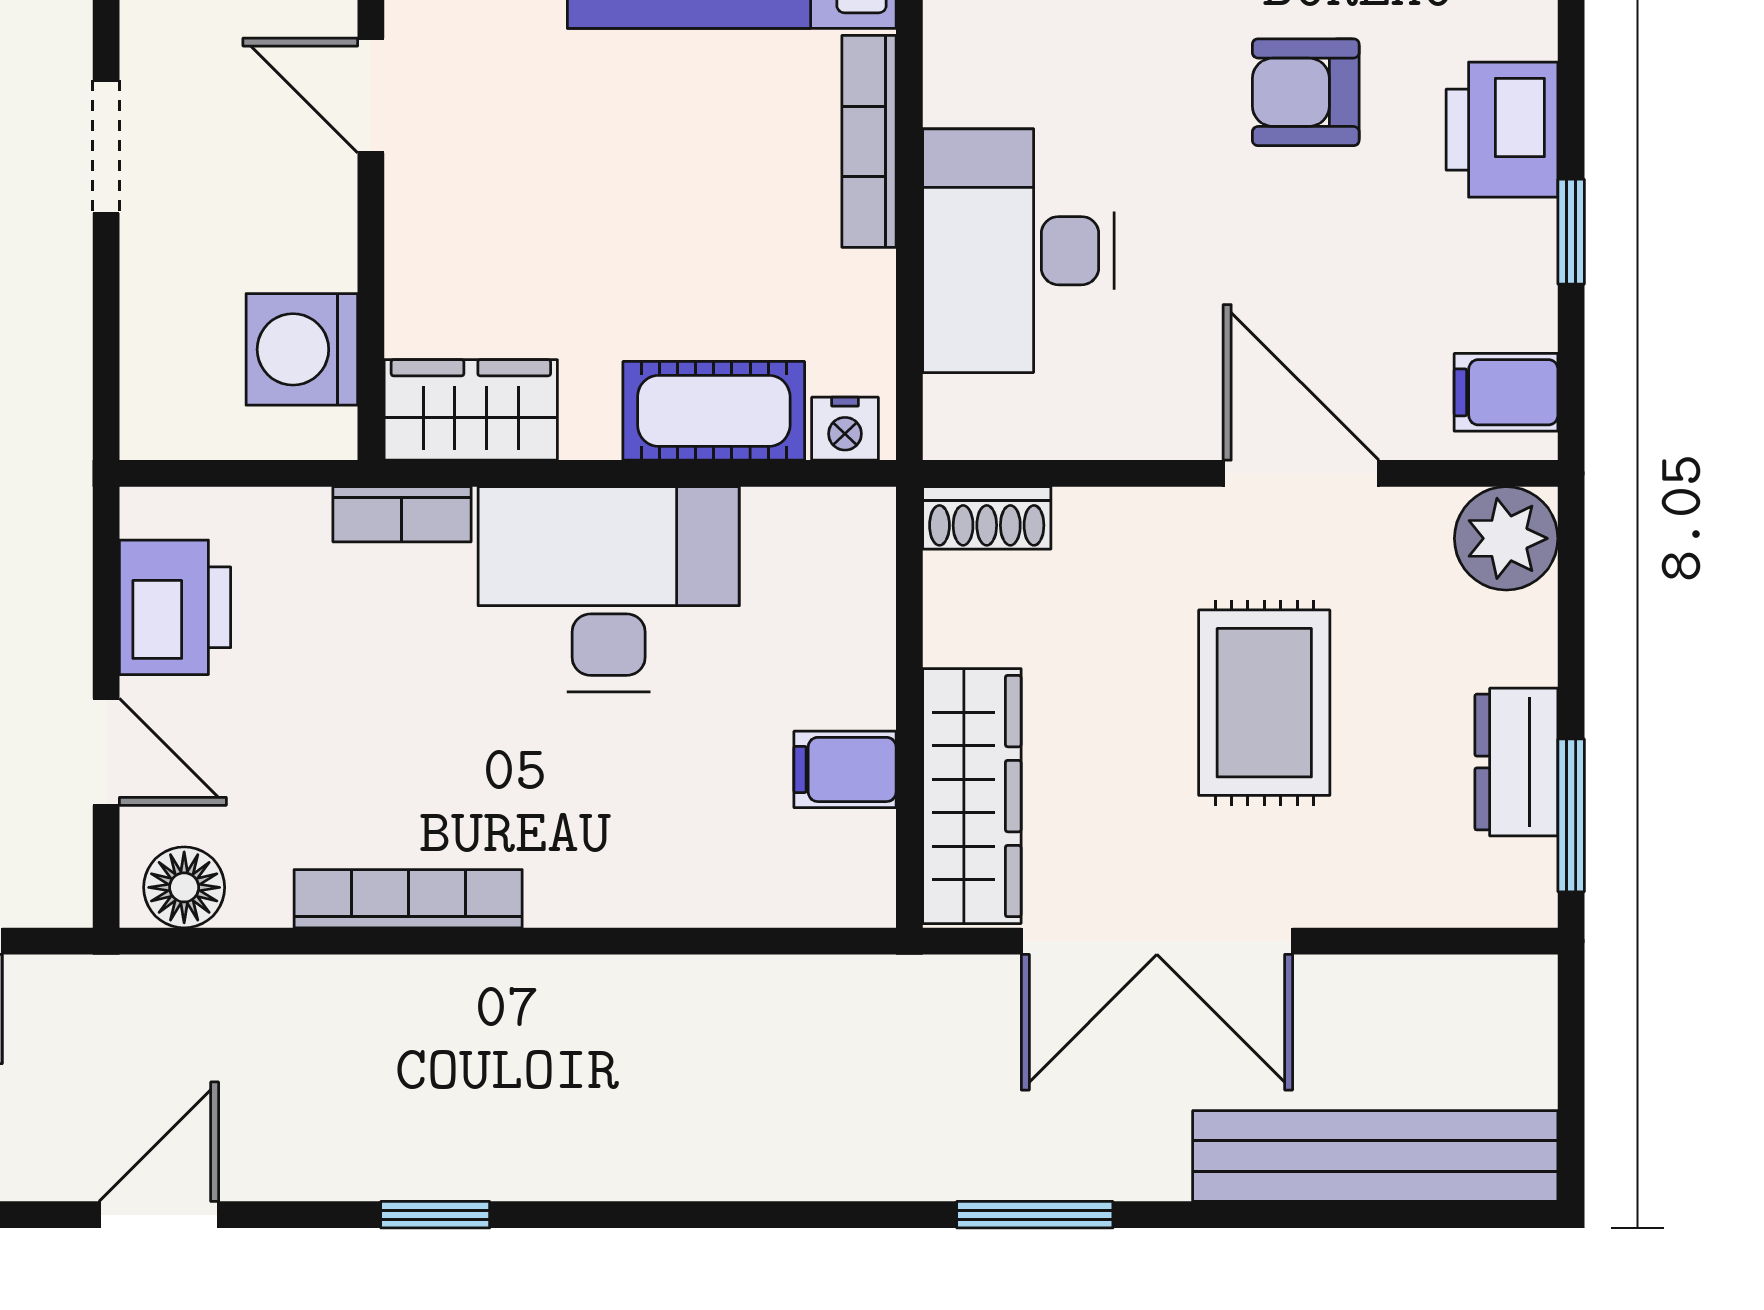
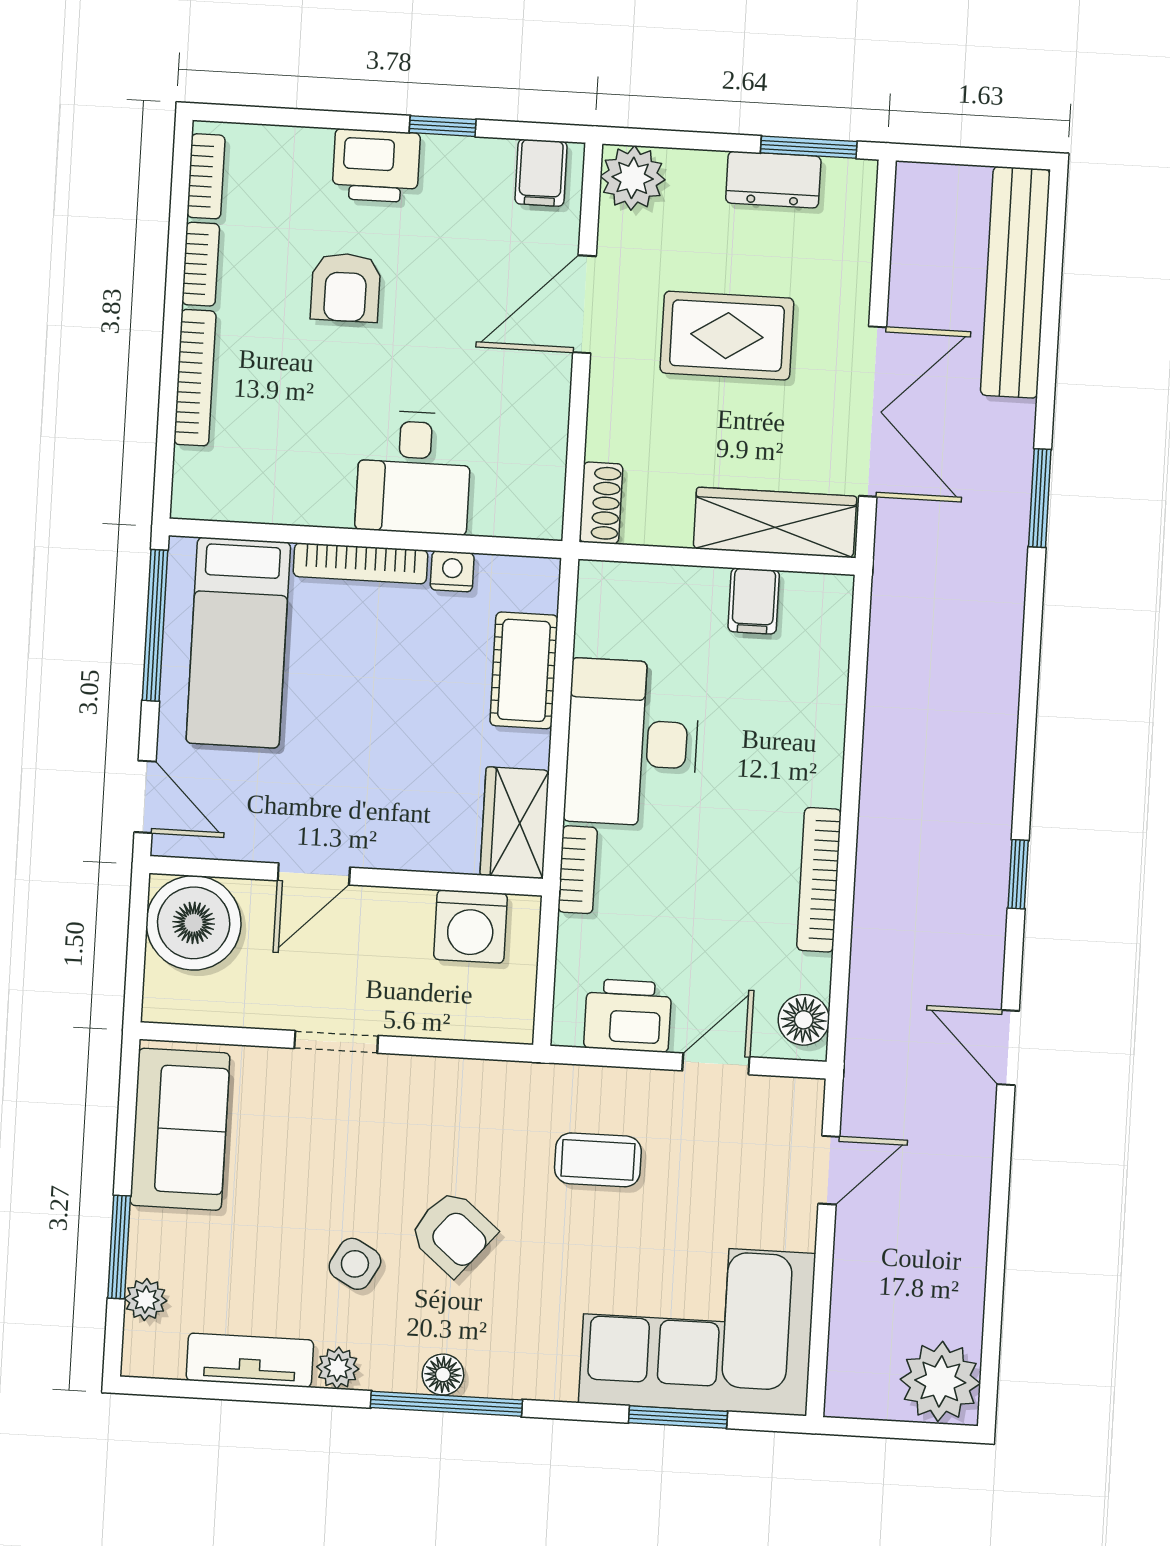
desk: (1018, 251) -> (414, 472), width x0.73
nightstand: (845, 429) -> (452, 571), moved, turned -90

